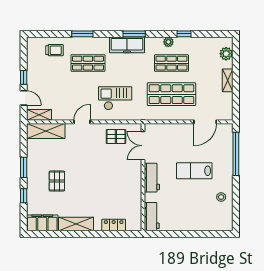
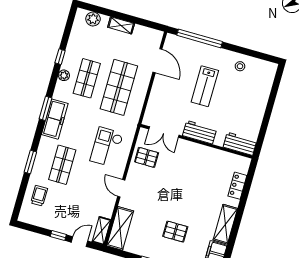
pallet: (116, 137) -> (147, 157), turned 90

